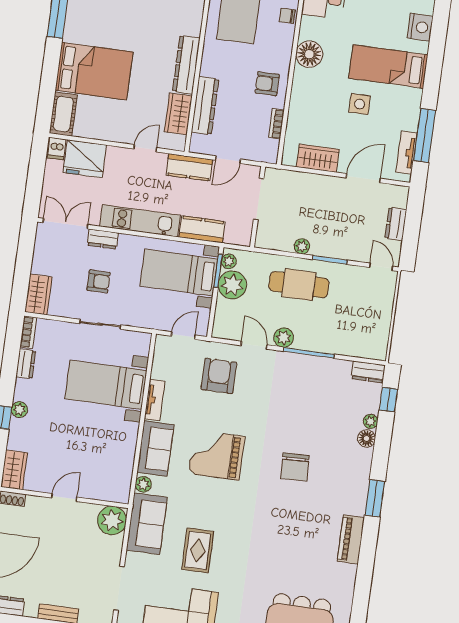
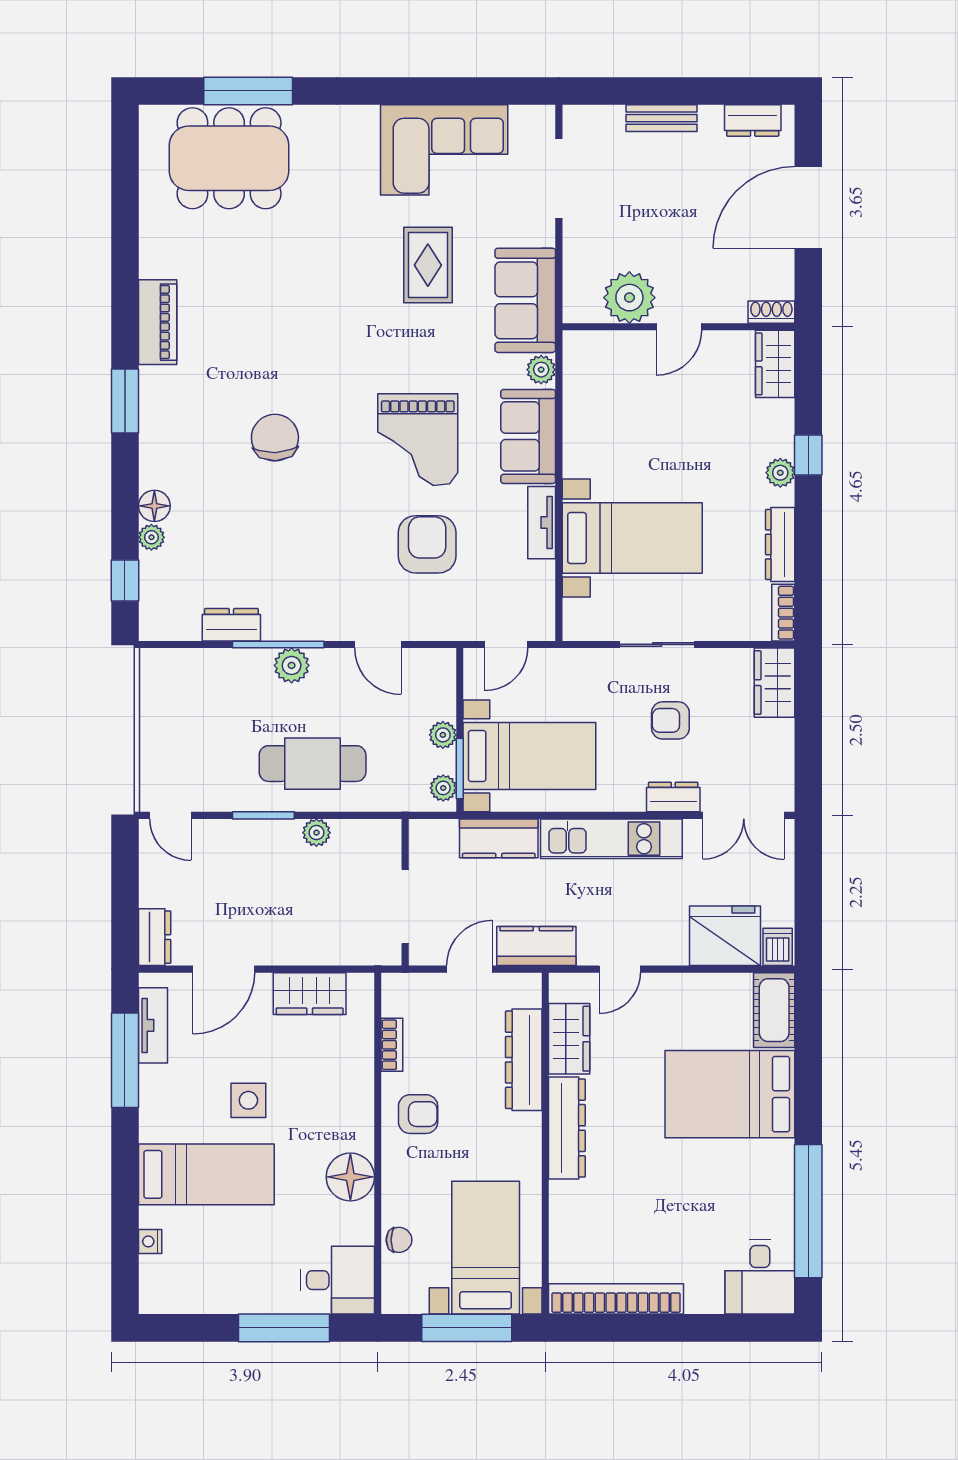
nightstand: (420, 27) -> (150, 1241), width x0.53, depth x0.56
dresser: (396, 224) -> (155, 937), moved
plant: (232, 285) -> (443, 735), width x0.53, depth x0.53
plant: (284, 338) -> (292, 665), moved
dresser: (26, 364) -> (780, 544), width x1.44
dresser: (368, 372) -> (231, 625), moved
armchair: (219, 376) -> (427, 544), moved, turned 180
grand piano: (217, 455) -> (418, 440), turned 90
plant: (112, 520) -> (629, 298), moved

